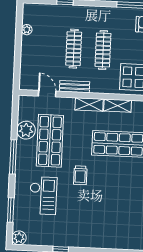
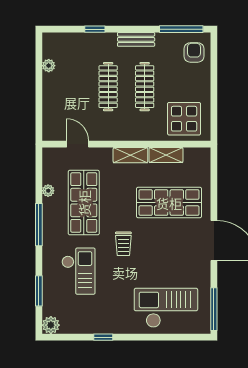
bench: (75, 87) -> (136, 39), moved
plant: (26, 130) -> (48, 191), width x0.53, depth x0.53
checkout: (112, 228) -> (166, 308), added

